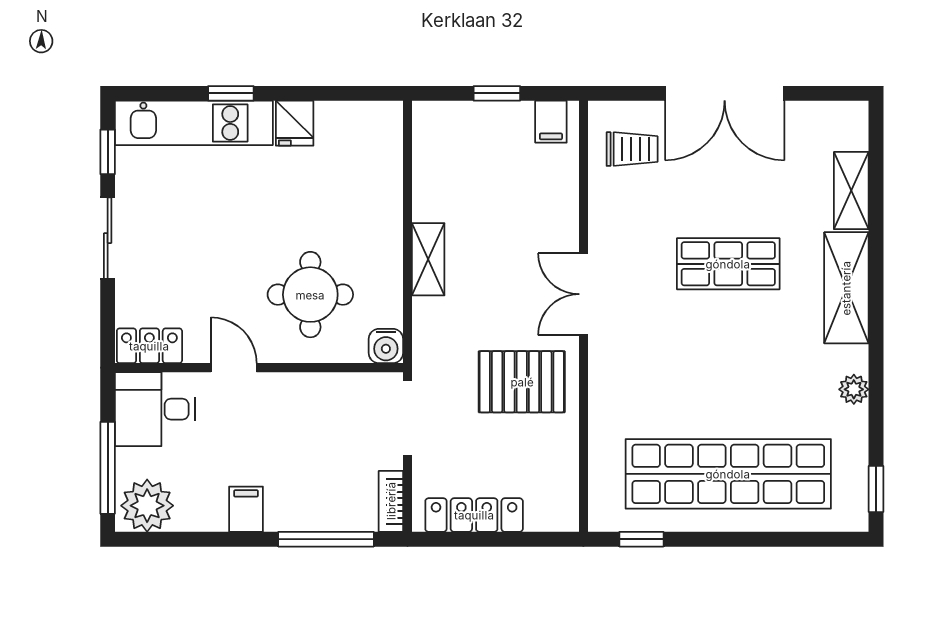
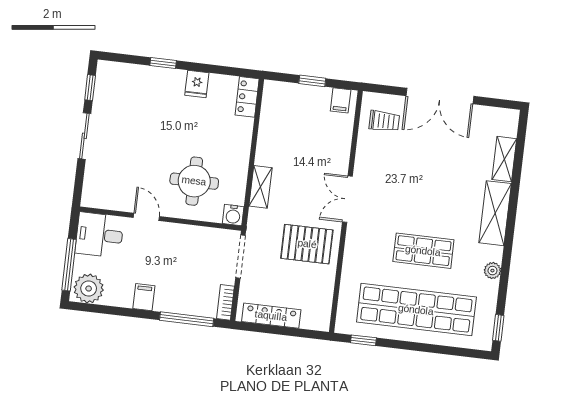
kitchen unit: (194, 123) -> (140, 77), removed
shelving: (428, 259) -> (260, 187), moved
shop shelf: (728, 264) -> (423, 251), moved
locker: (149, 346) -> (247, 97), moved, turned -90

